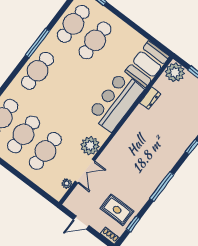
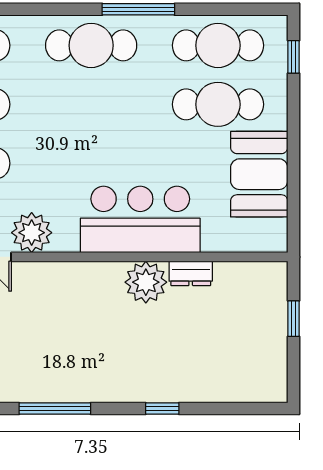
booth: (147, 64) -> (259, 174), moved, turned 90
plant: (175, 72) -> (146, 282), moved

